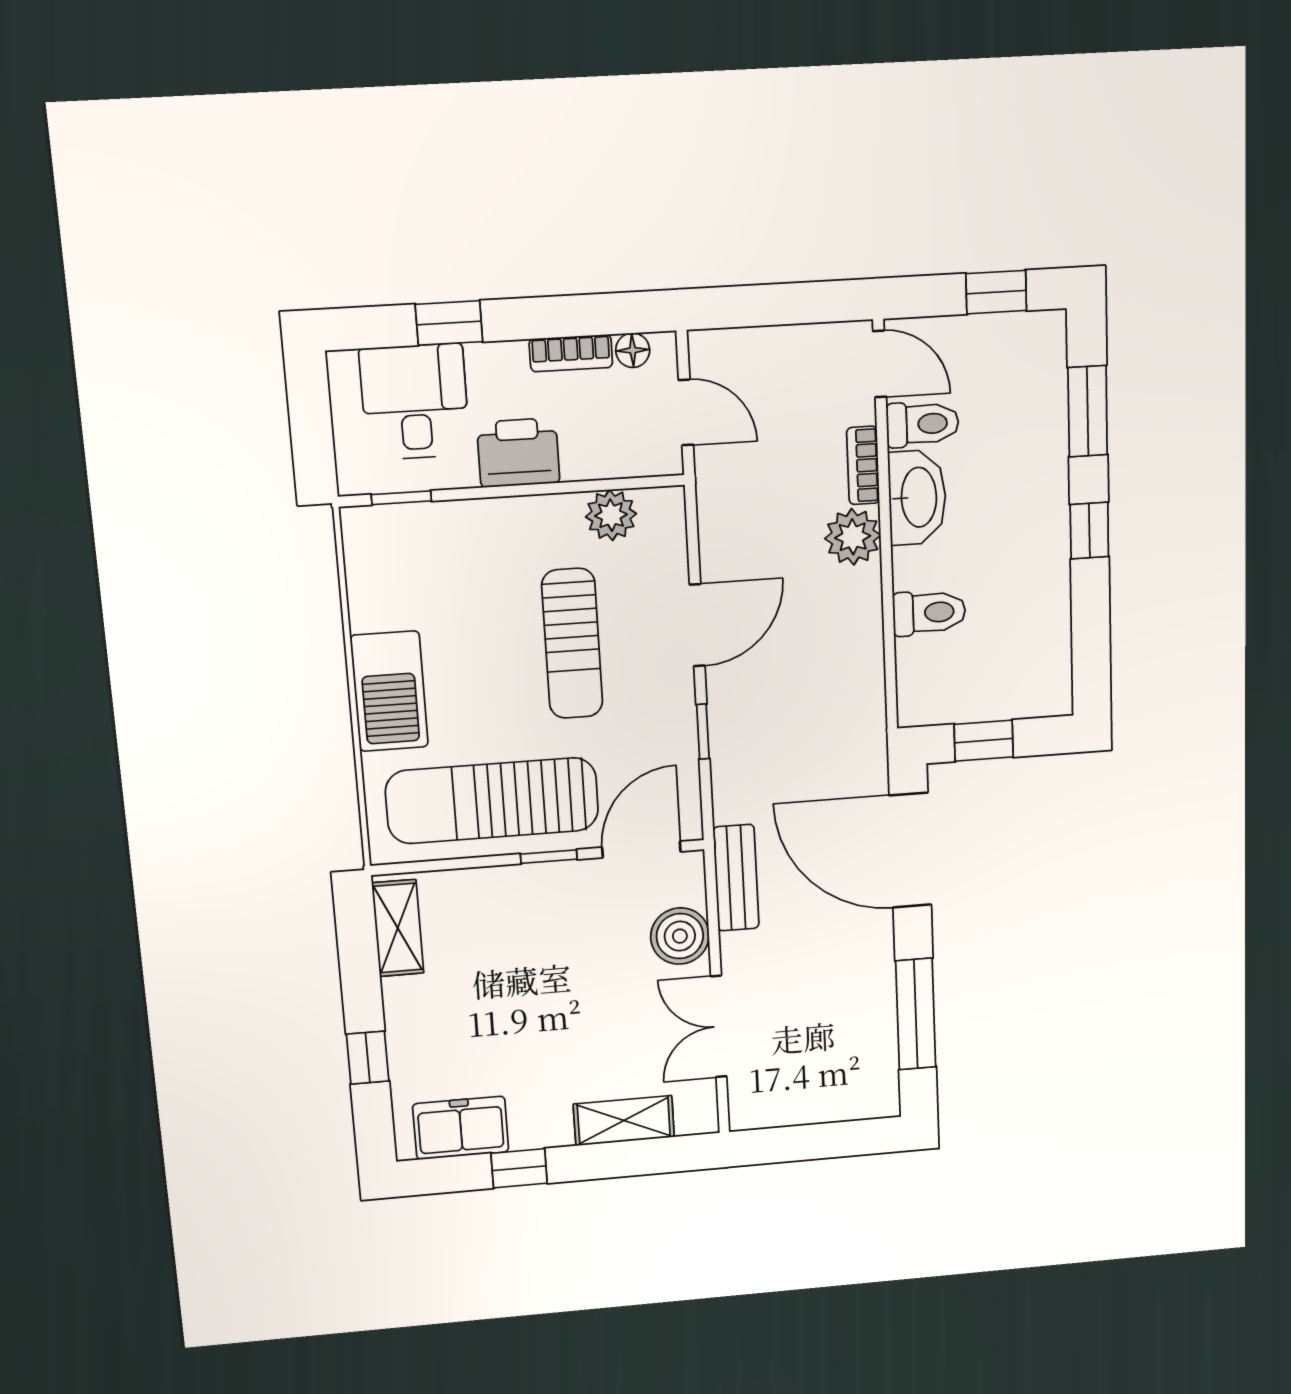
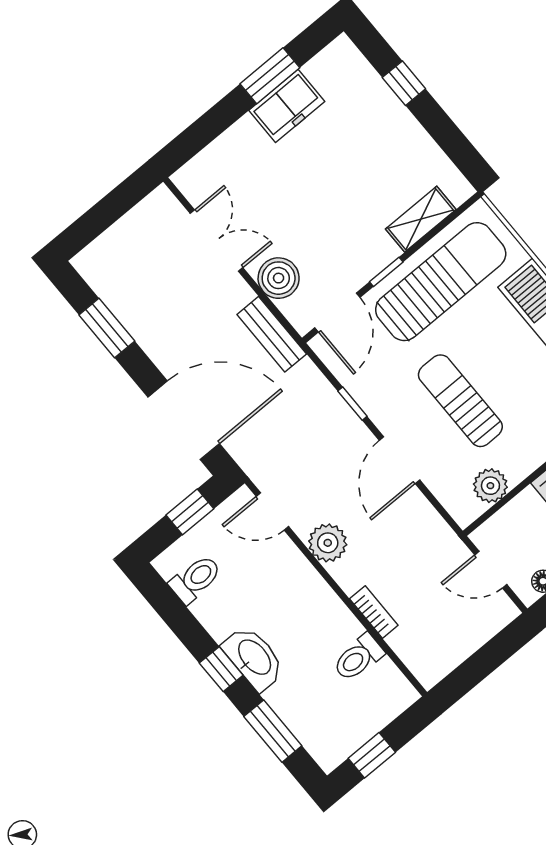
door: (880, 364) -> (272, 511), moved
washbasin: (917, 497) -> (254, 658), moved, turned 180
plant: (853, 537) -> (328, 543), moved
toilet: (929, 613) -> (195, 579), moved, turned 180
shelving: (398, 928) -> (421, 219), moved, turned 90
window: (916, 1014) -> (107, 328), width x0.69
shelving: (624, 1121) -> (230, 146), removed
freezer: (461, 1128) -> (287, 106), moved
window: (519, 1168) -> (270, 76), width x1.50

